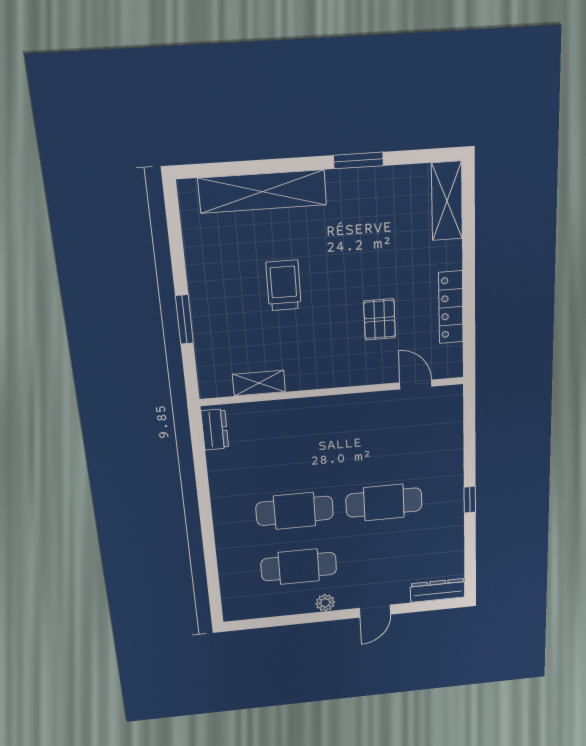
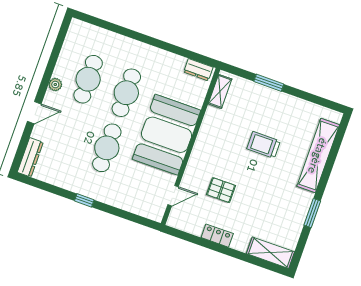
trolley: (284, 285) -> (264, 145), turned 180
locker: (451, 307) -> (217, 236), width x0.66
shelving: (259, 383) -> (220, 91), moved
booth: (330, 432) -> (167, 135), added
door: (375, 611) -> (34, 113), swing flipped

